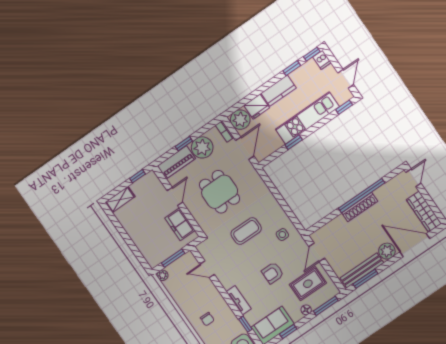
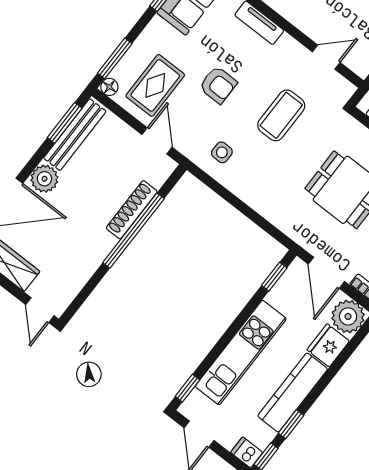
kitchen counter: (279, 91) -> (293, 393), width x1.50
window: (294, 142) -> (274, 277), moved
window: (362, 196) -> (133, 231), moved
shoe rack: (360, 207) -> (132, 210), moved
coffee table: (246, 231) -> (281, 115), moved
armchair: (273, 273) -> (218, 85), turned 90
floor lamp: (306, 310) -> (109, 87), moved

